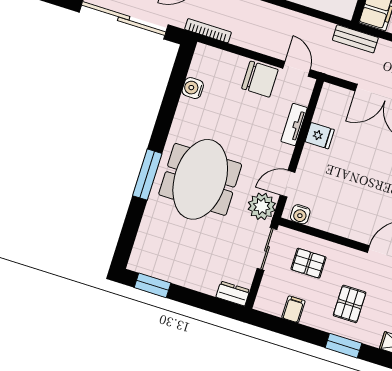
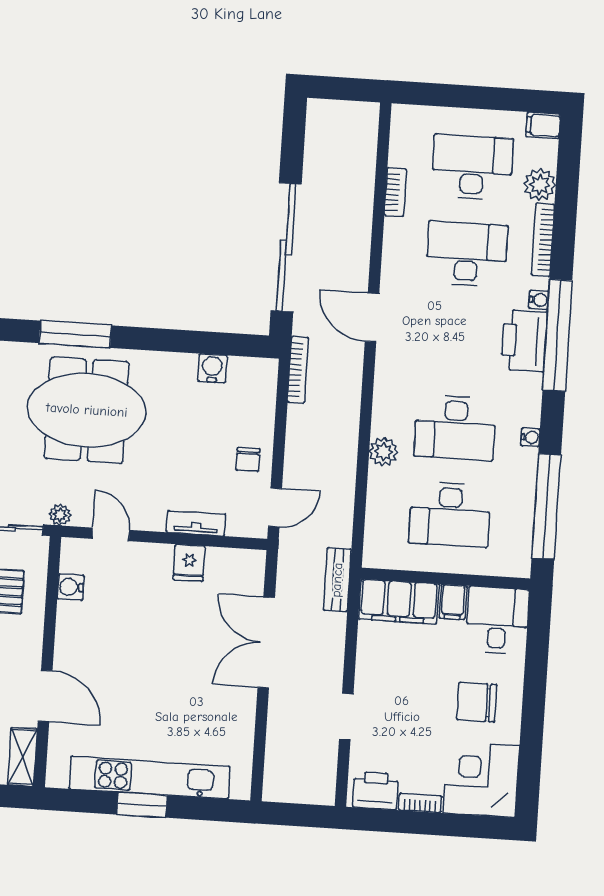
chair: (260, 79) -> (248, 460), width x0.54, depth x0.54
plant: (262, 206) -> (60, 515), width x0.53, depth x0.53
water cooler: (300, 214) -> (71, 587), moved

